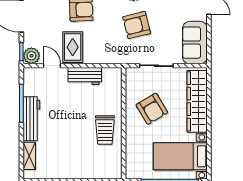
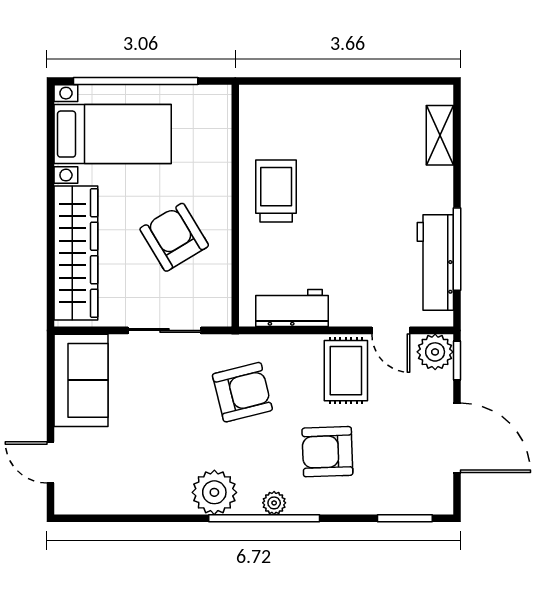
armchair: (137, 25) -> (242, 392), moved
workbench: (85, 76) -> (292, 308), moved
workbench: (31, 119) -> (435, 263), moved

